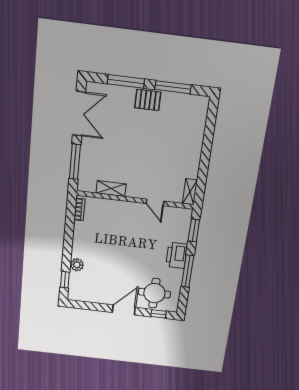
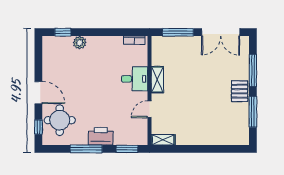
shelving: (111, 189) -> (157, 80), moved
desk: (121, 214) -> (135, 79), added

